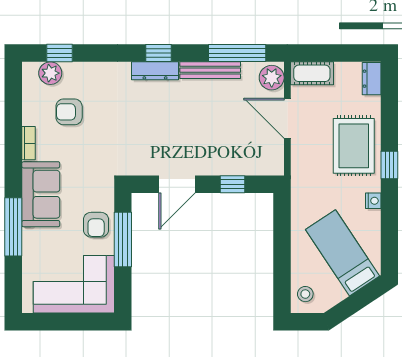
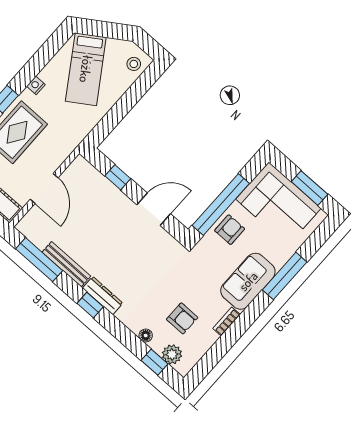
floor lamp: (87, 69) -> (146, 335), added
plant: (272, 78) -> (31, 224), removed
window: (123, 240) -> (221, 204), width x1.46
window: (59, 322) -> (310, 188), added

